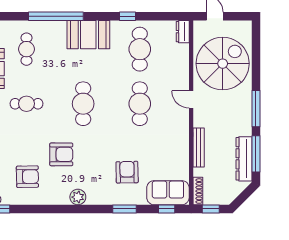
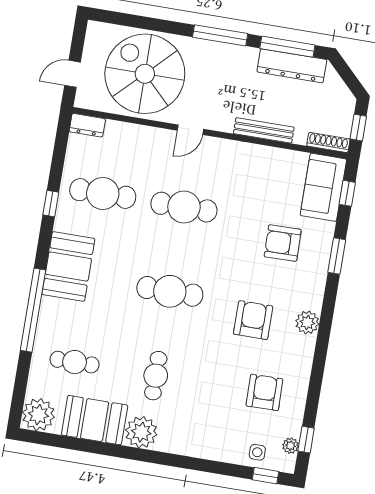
armchair: (61, 154) -> (253, 320), moved

